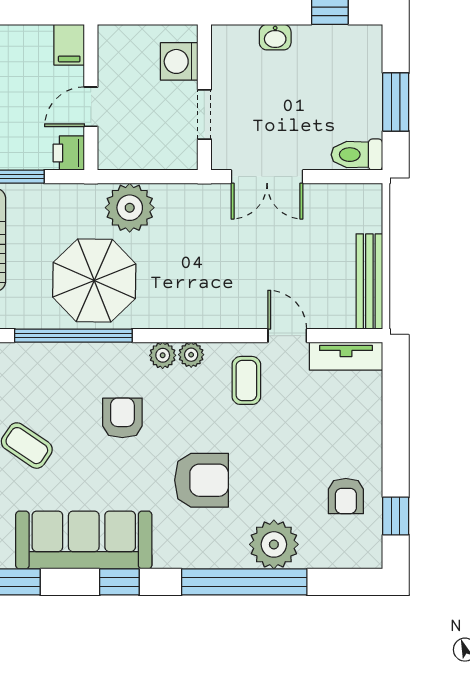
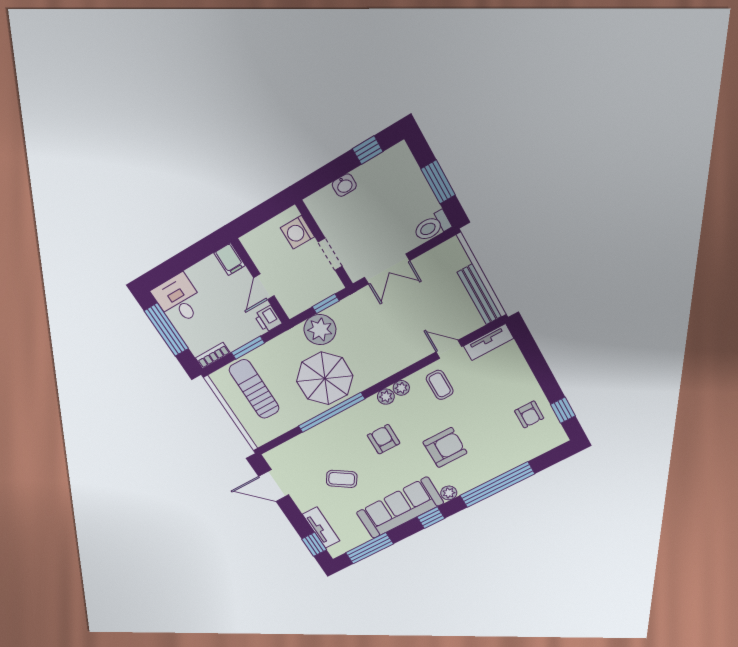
window: (159, 177) -> (326, 304), added
plant: (274, 544) -> (449, 493), moved, width x0.53, depth x0.53

